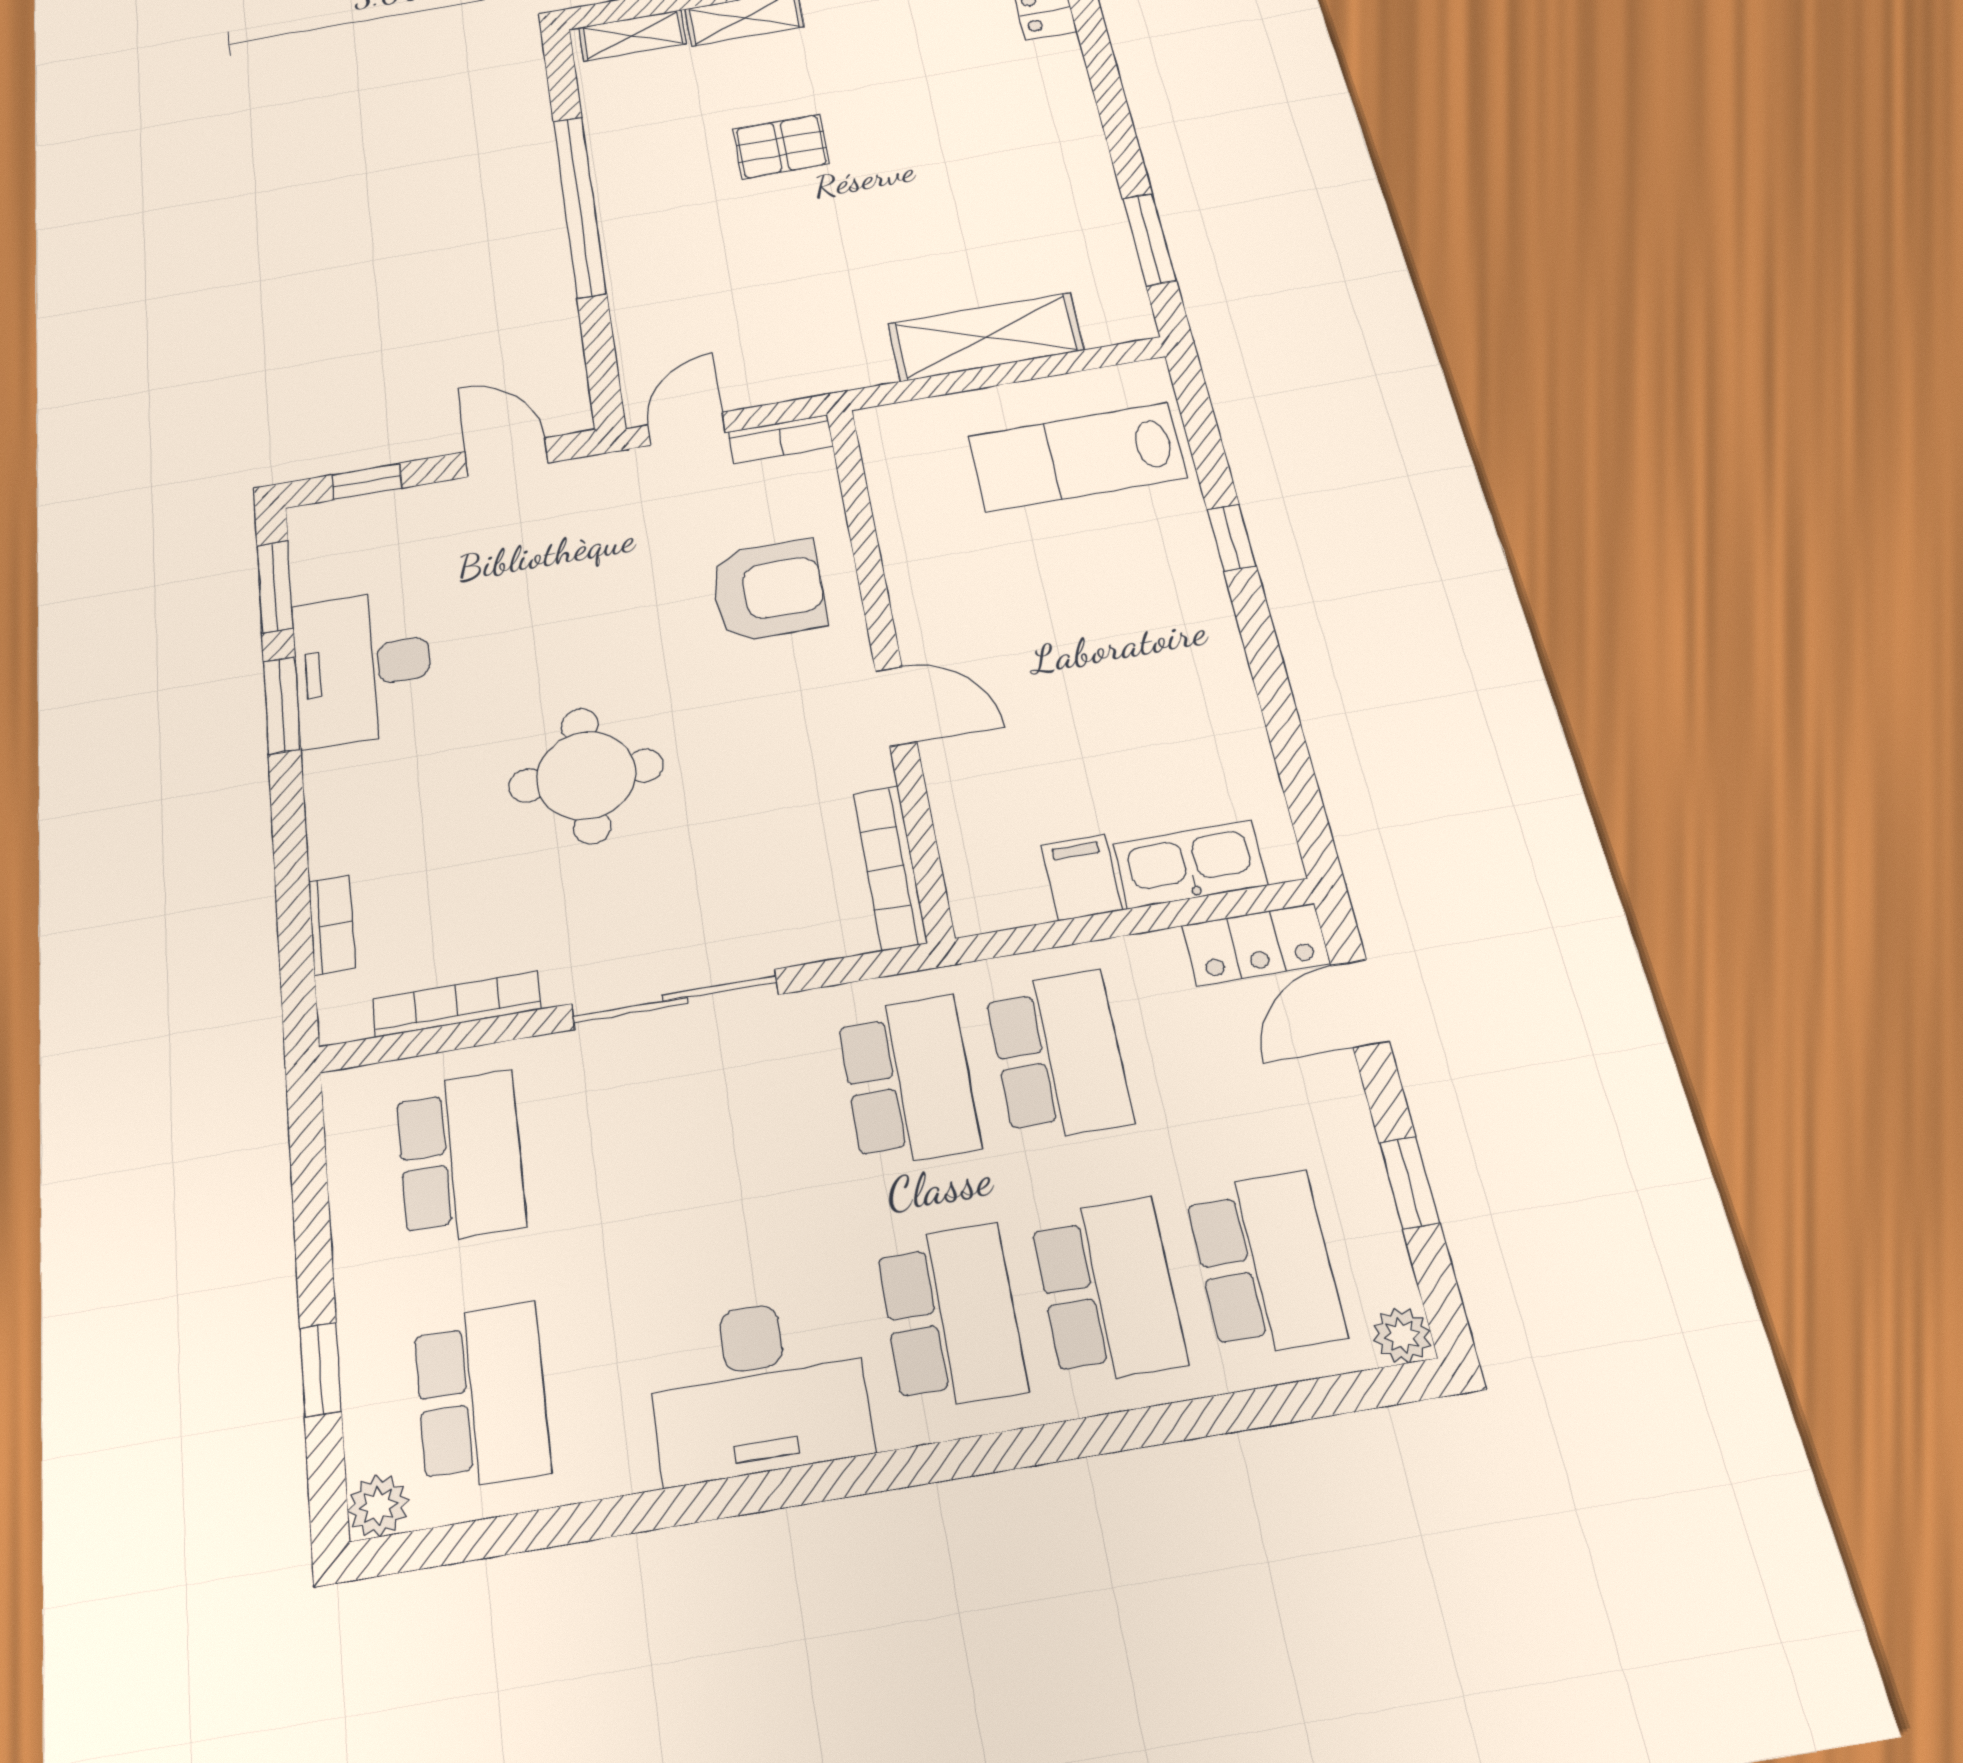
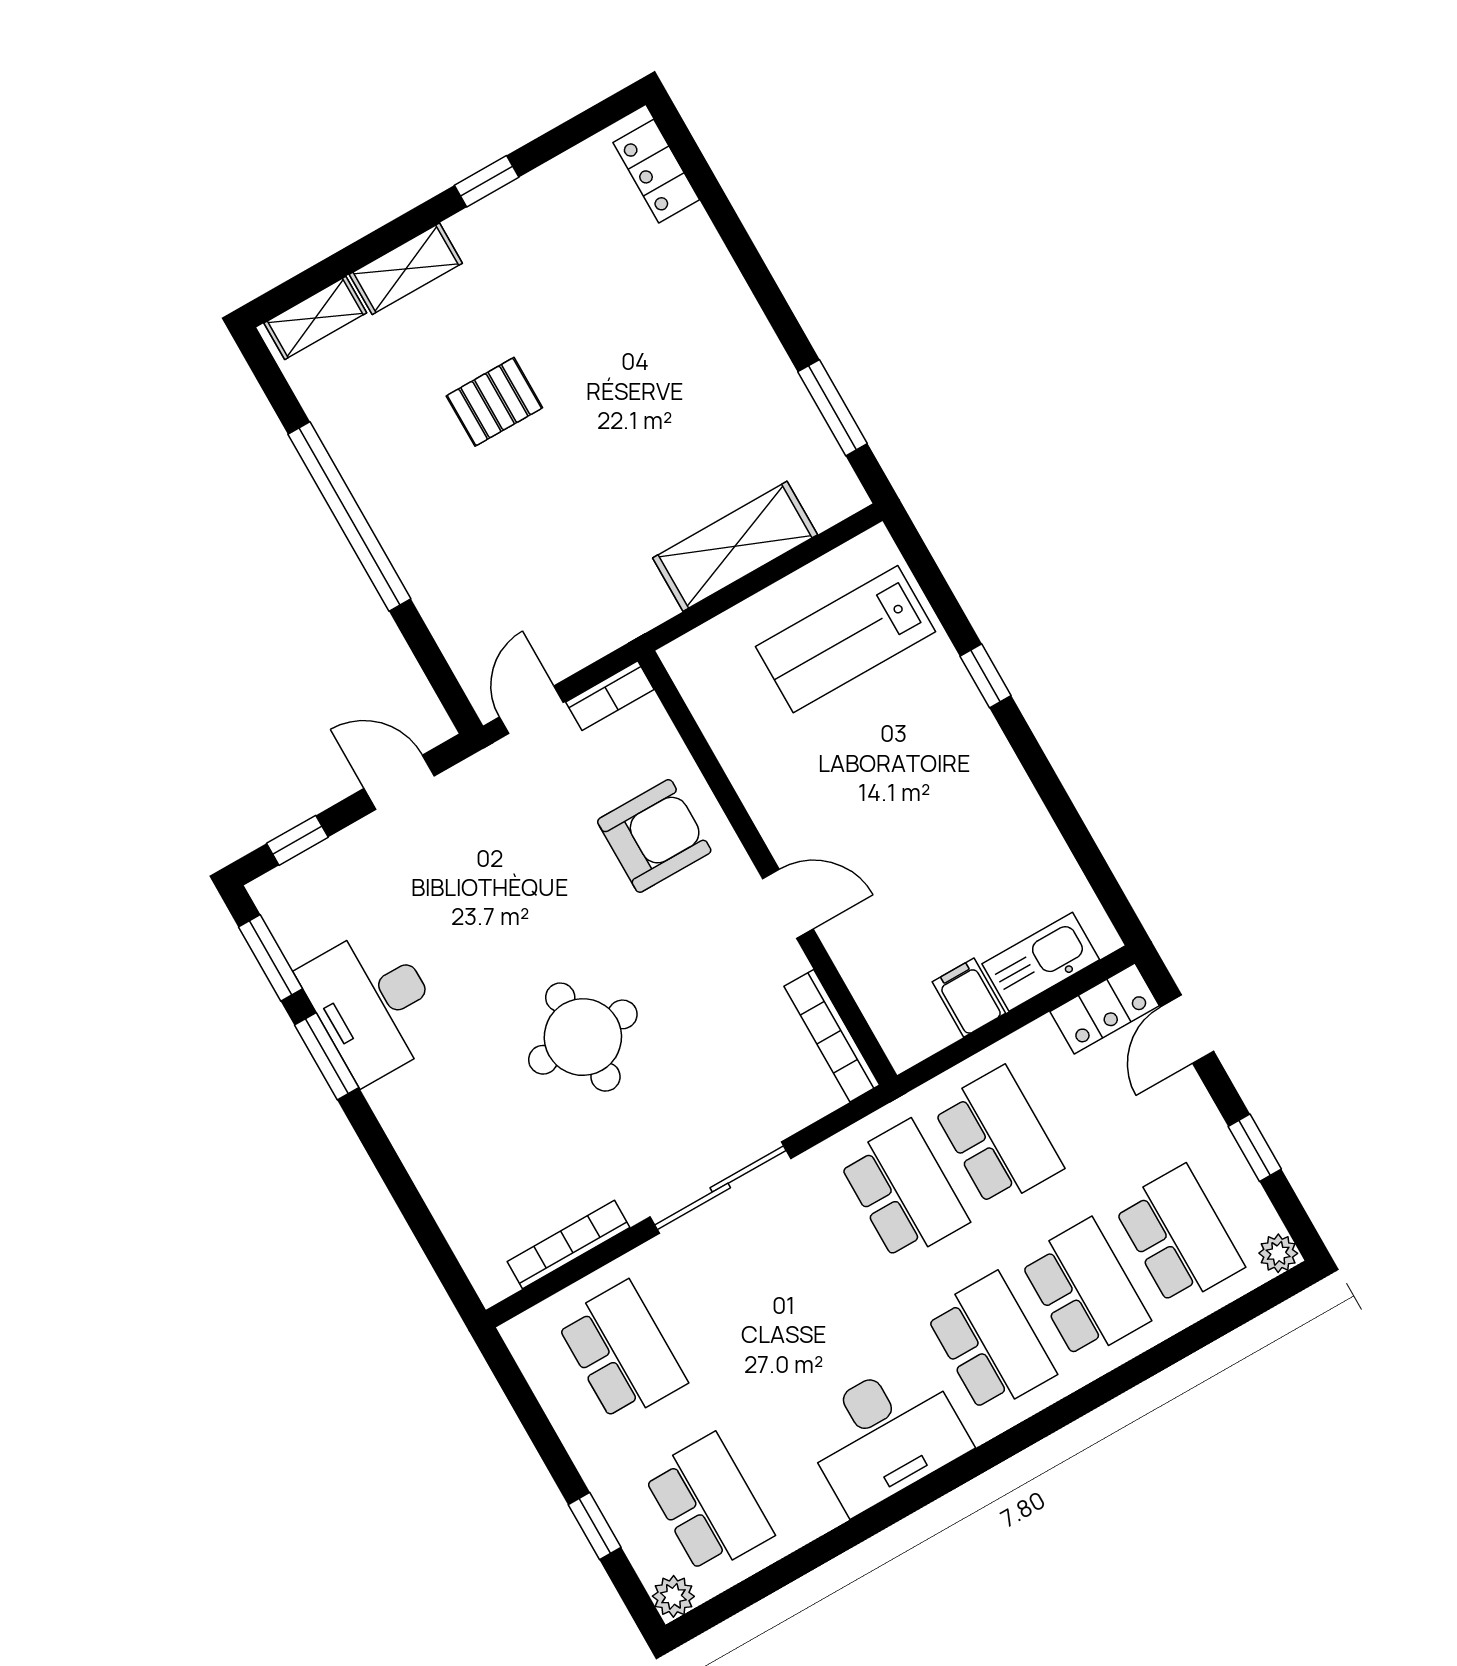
bookcase: (332, 925) -> (451, 1217), removed

